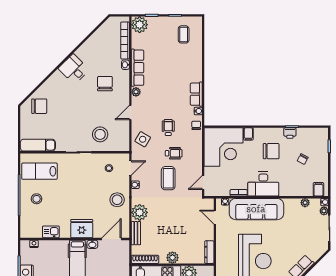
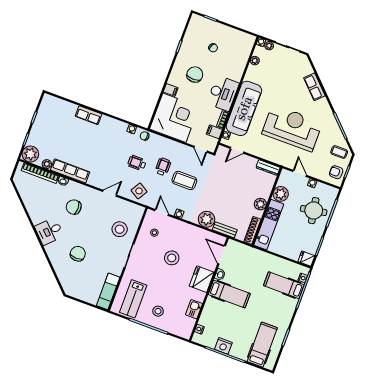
coffee table: (184, 34) -> (55, 116), removed
plant: (136, 92) -> (47, 164), moved
row of seats: (196, 94) -> (89, 115), moved
chair: (39, 106) -> (78, 254), moved
door: (130, 113) -> (110, 193), swing flipped
printer: (290, 133) -> (184, 51), removed
filing cabinet: (318, 189) -> (214, 132), moved
stool: (117, 200) -> (172, 258), moved

